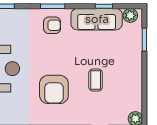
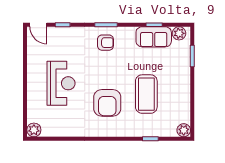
sofa: (97, 19) -> (154, 37), width x0.73
coffee table: (96, 80) -> (146, 94), width x1.86, depth x1.72

